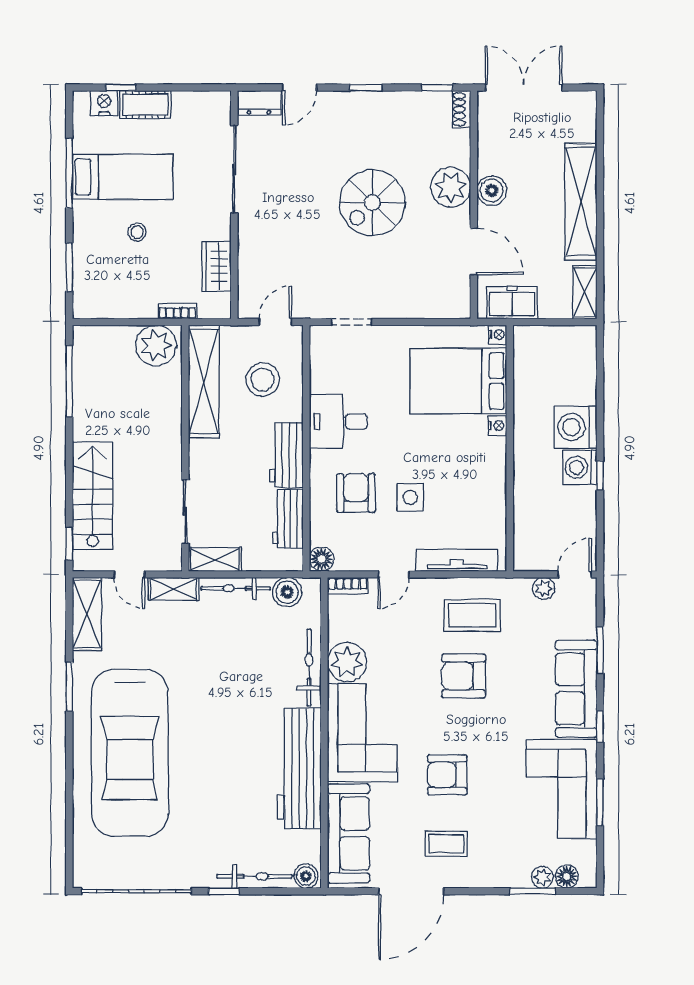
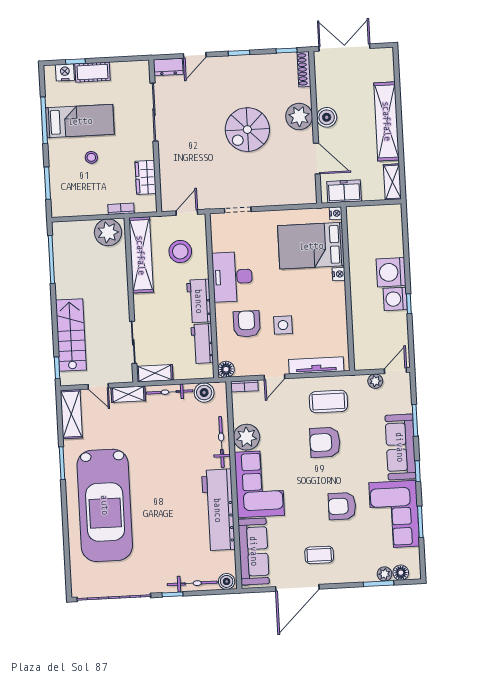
shoe rack: (462, 109) -> (304, 69), width x1.43
desk: (338, 421) -> (232, 277), width x1.37
armchair: (447, 775) -> (342, 506), moved

